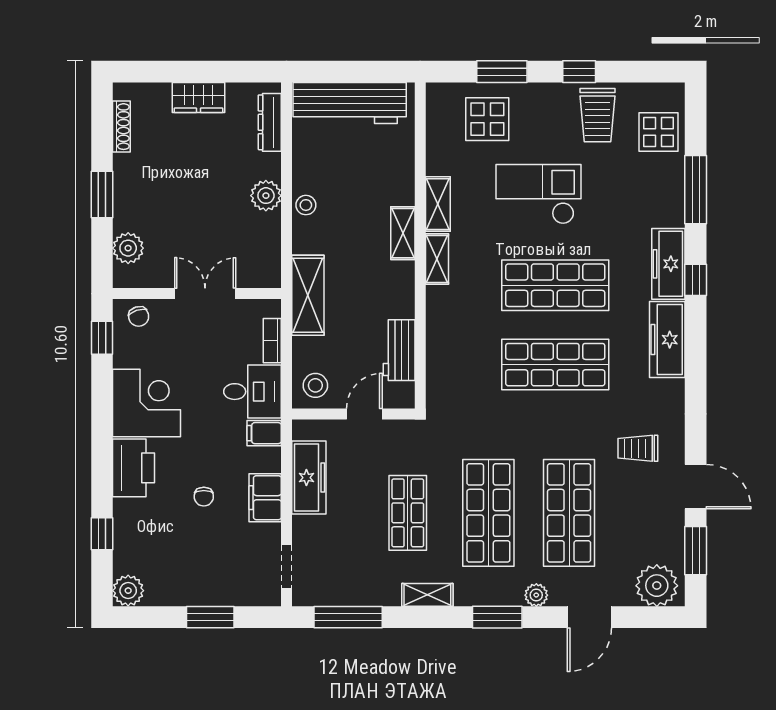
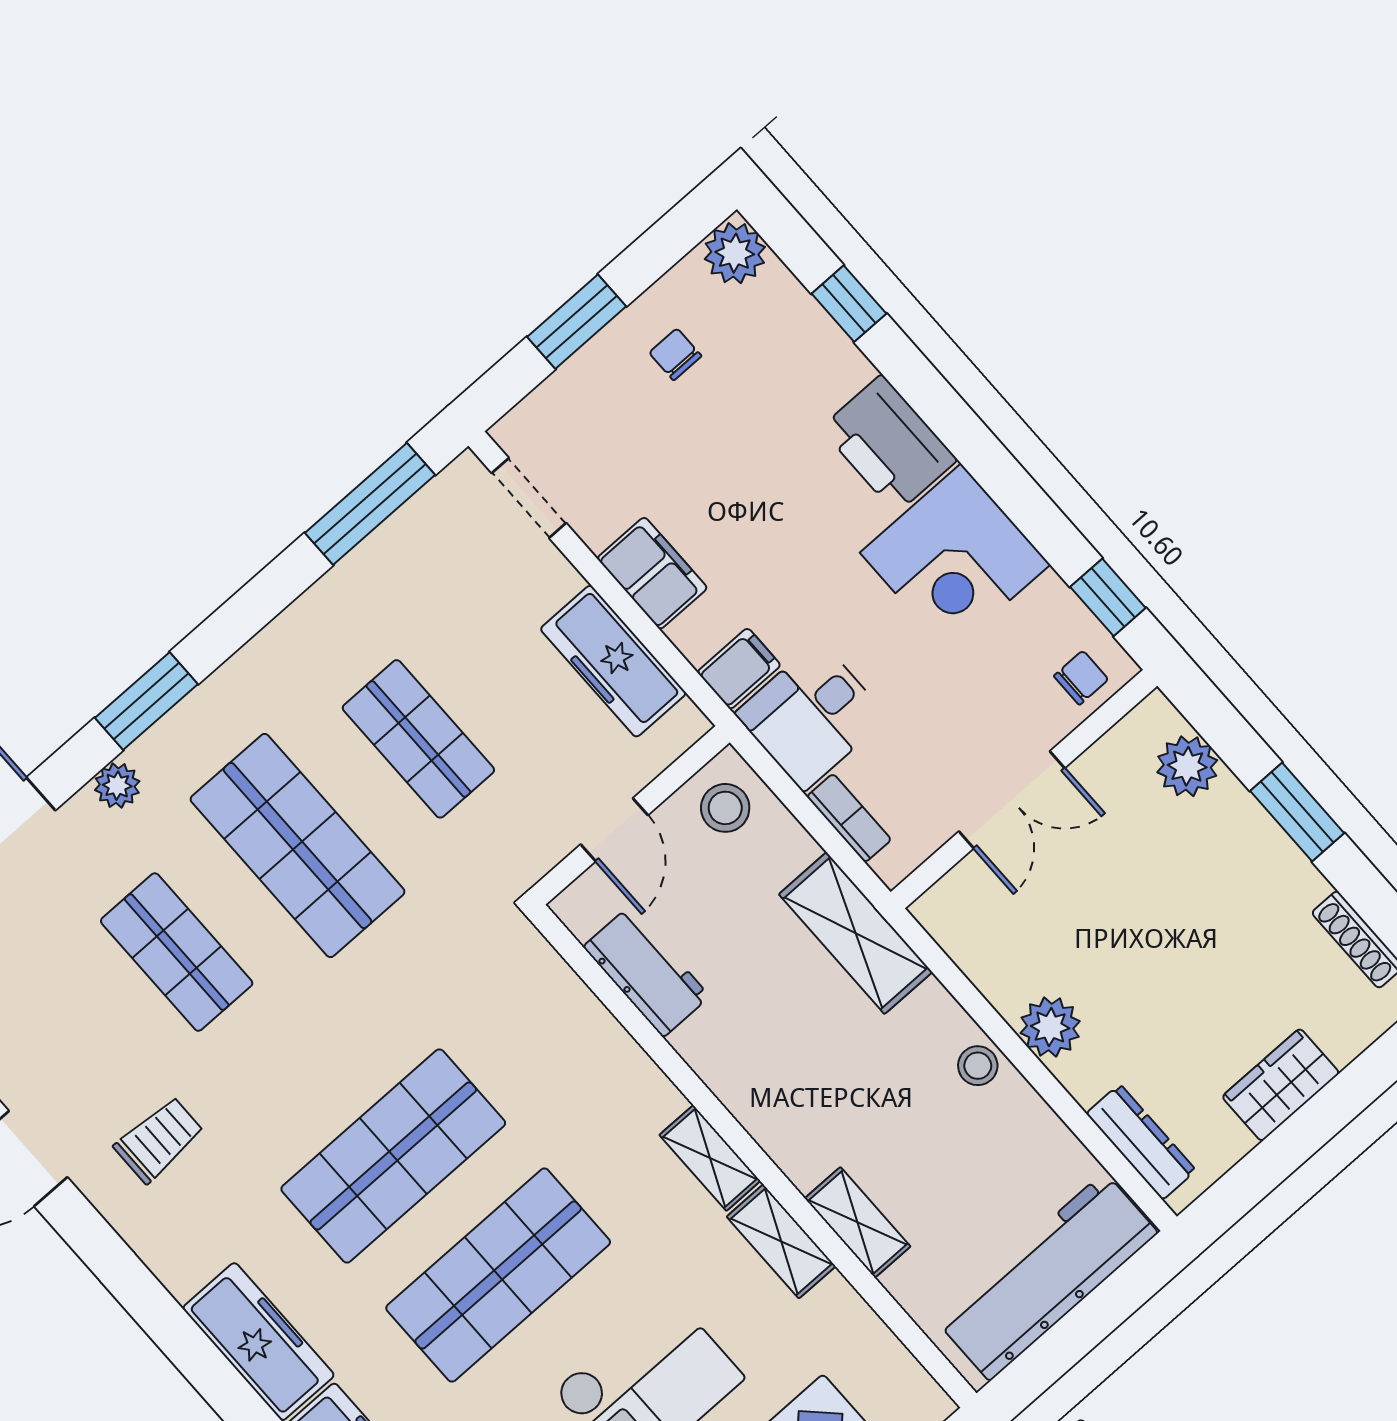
shelving: (403, 233) -> (858, 1222), moved
chair: (139, 316) -> (1081, 678), turned 108
chair: (204, 497) -> (675, 354), moved
shop shelf: (569, 513) -> (177, 952), width x0.70, depth x0.74
shelving: (427, 595) -> (281, 642), removed

